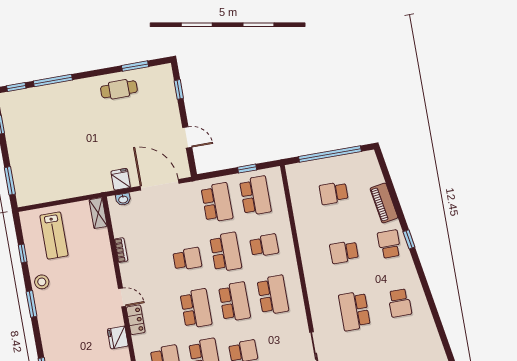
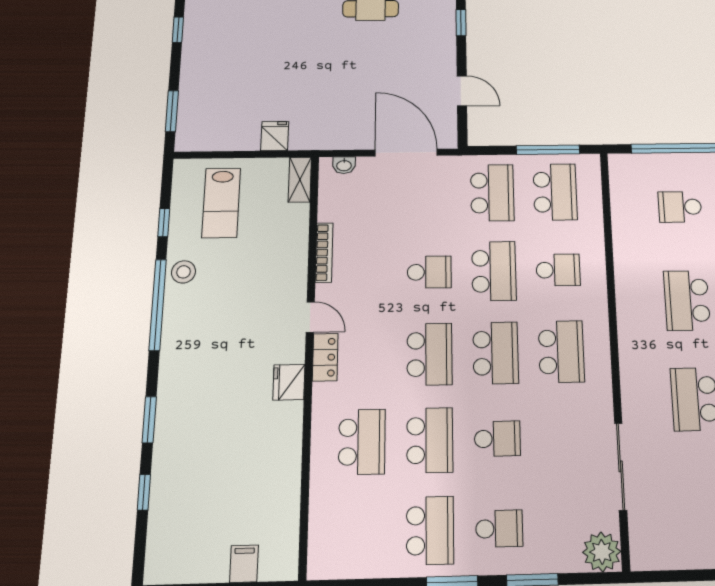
window: (247, 169) -> (548, 150), width x2.17
fridge: (121, 179) -> (275, 136), moved
bookcase: (121, 250) -> (324, 253), width x1.56
school desk: (344, 252) -> (687, 300), width x1.85
window: (32, 304) -> (158, 305), width x2.11

